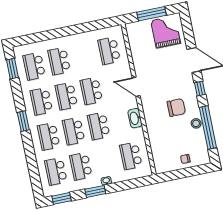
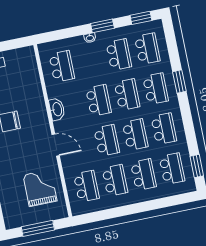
grand piano: (166, 32) -> (40, 188), moved, turned 180
school desk: (84, 56) -> (115, 180), added
window: (23, 121) -> (179, 82), moved

